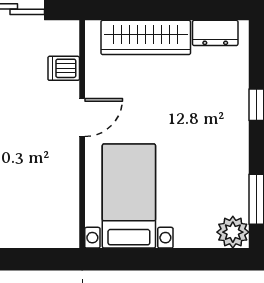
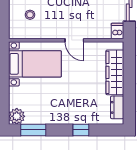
dishwasher: (64, 68) -> (117, 31), moved
stool: (32, 206) -> (30, 15), added

